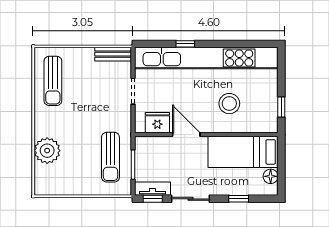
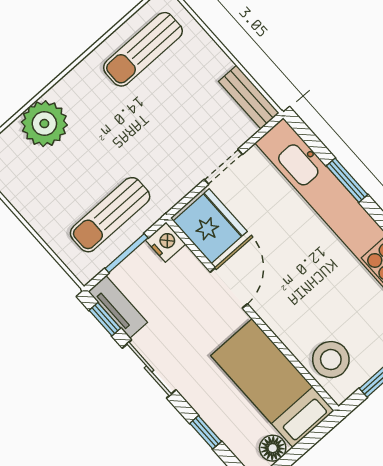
window: (185, 44) -> (347, 180), width x1.50
stool: (229, 104) -> (331, 360), moved
fridge: (157, 123) -> (210, 226), width x1.36, depth x1.34
nightstand: (143, 144) -> (166, 242), added

